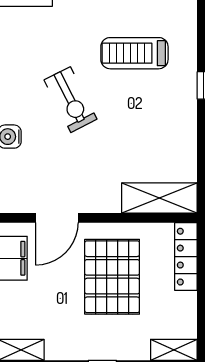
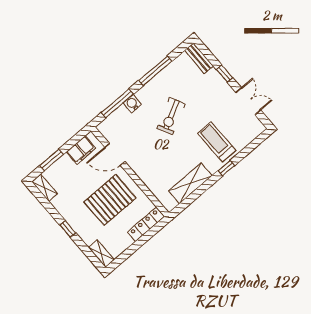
treadmill: (134, 53) -> (217, 142), moved
shelving: (159, 198) -> (190, 183), moved, turned 90

